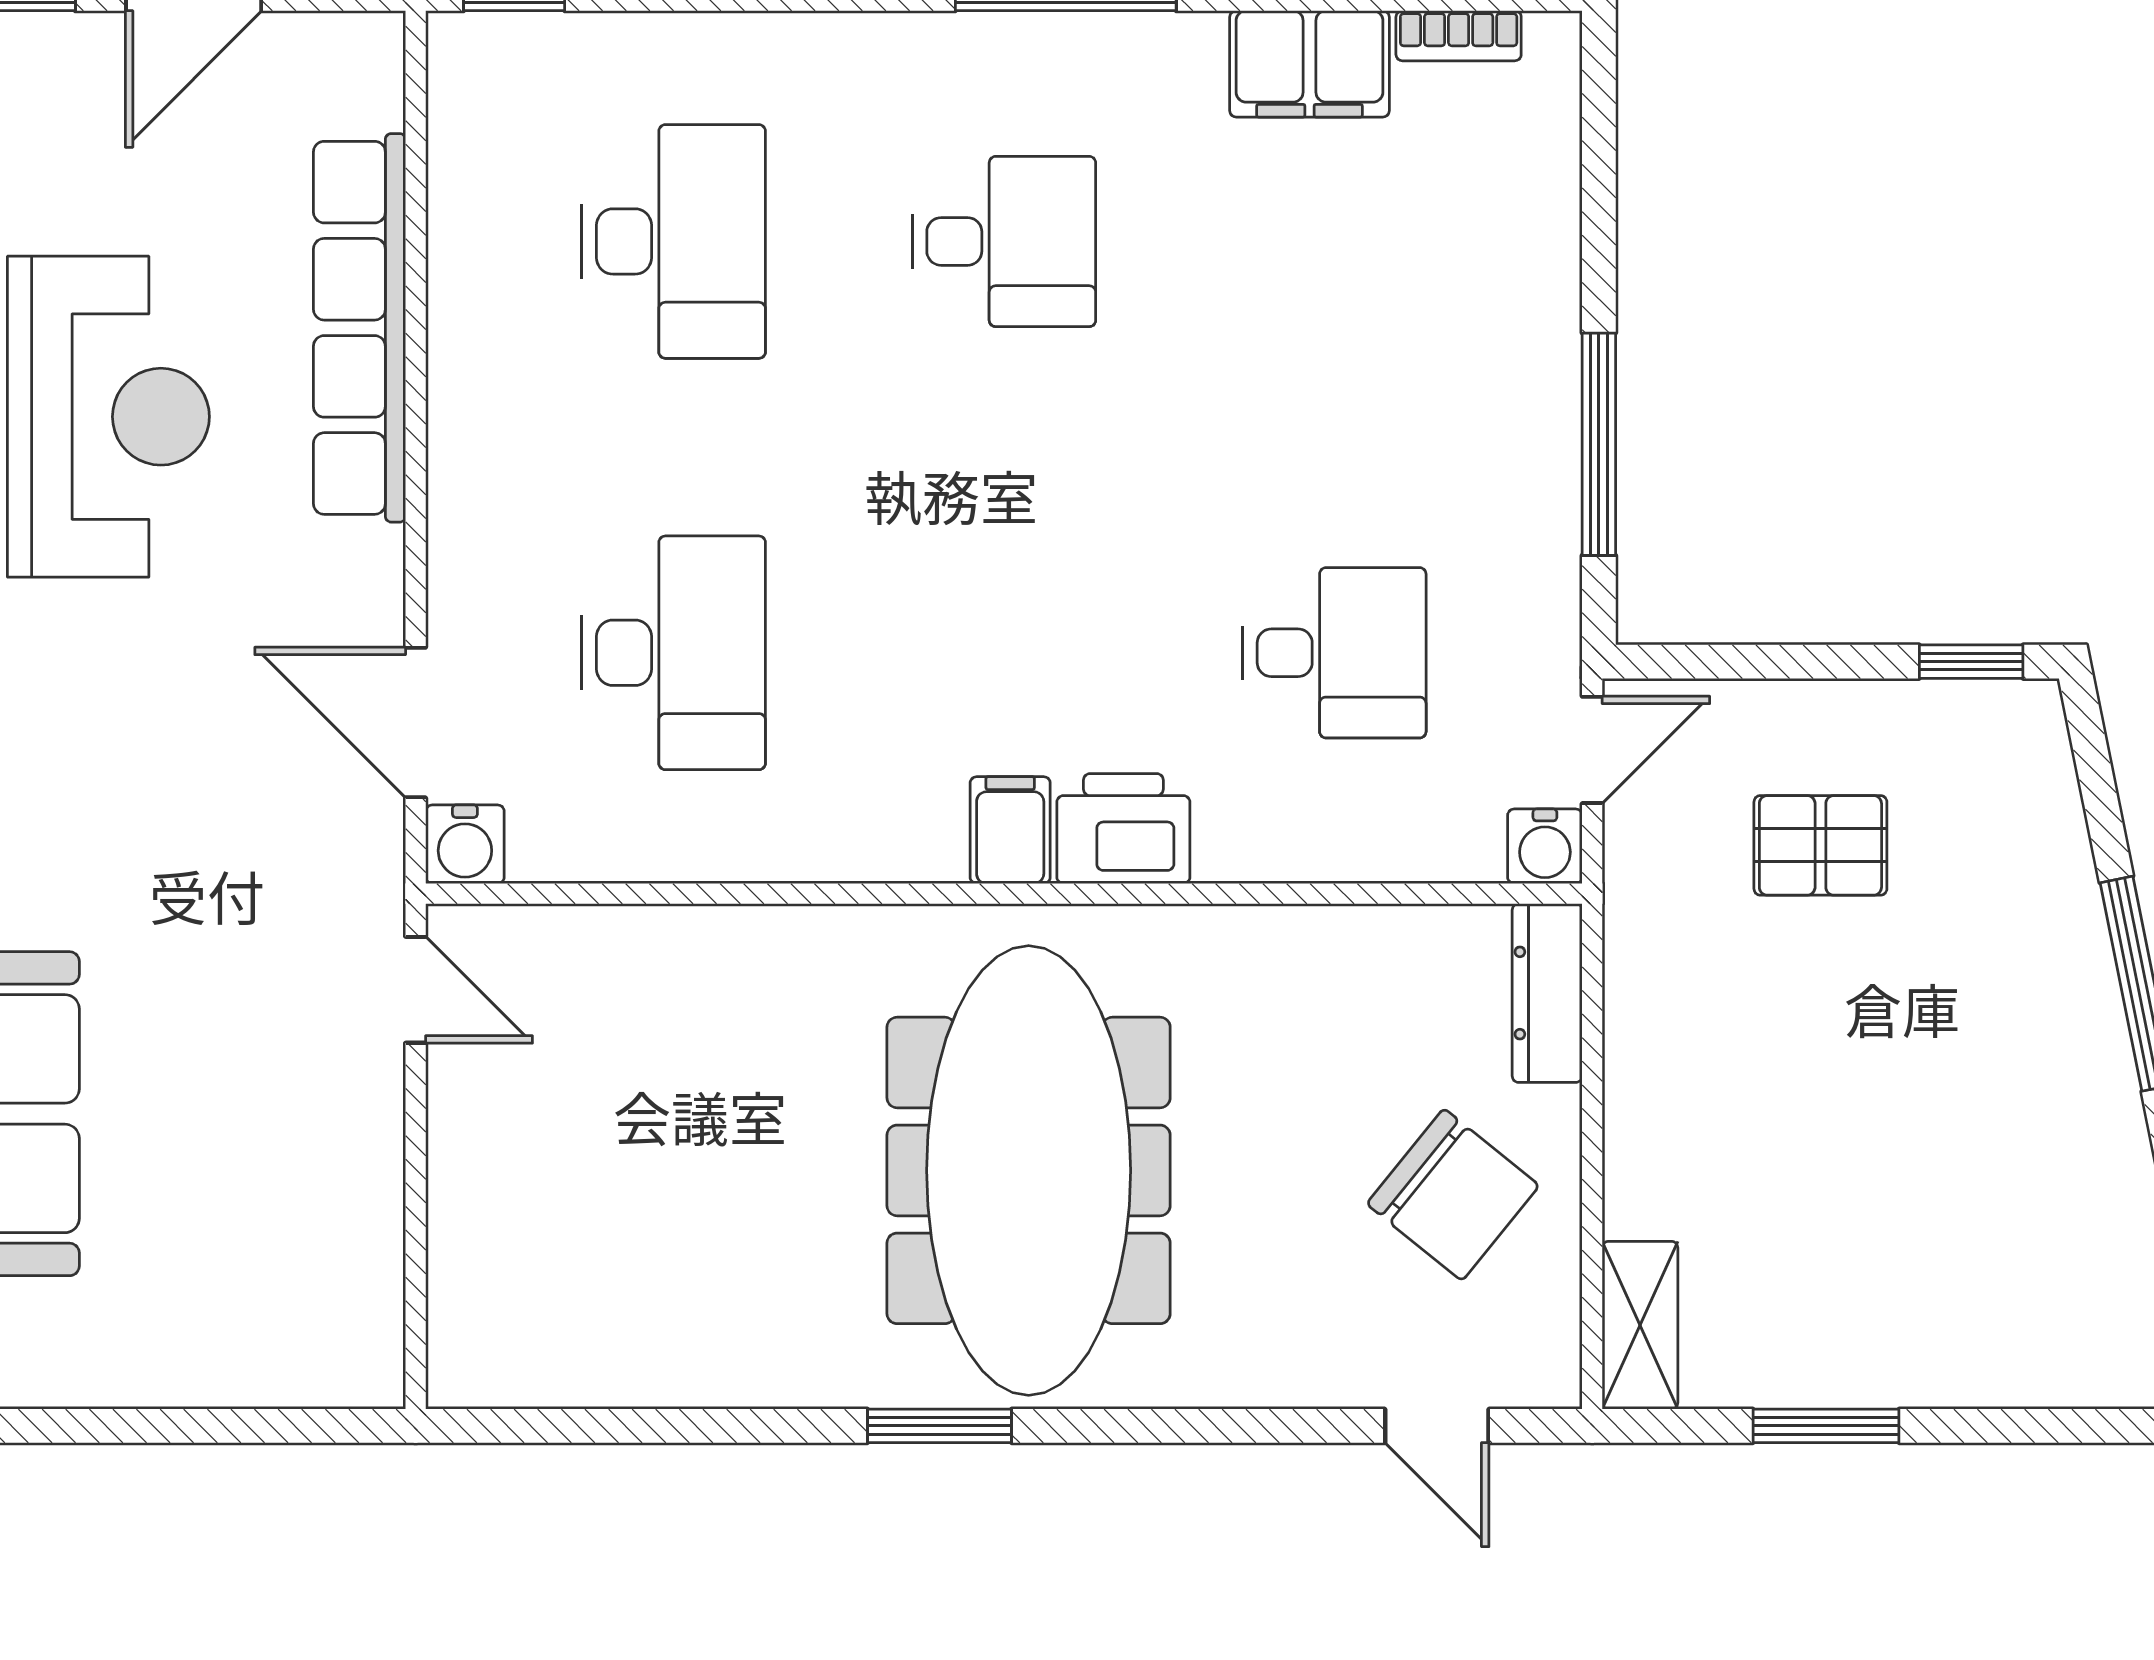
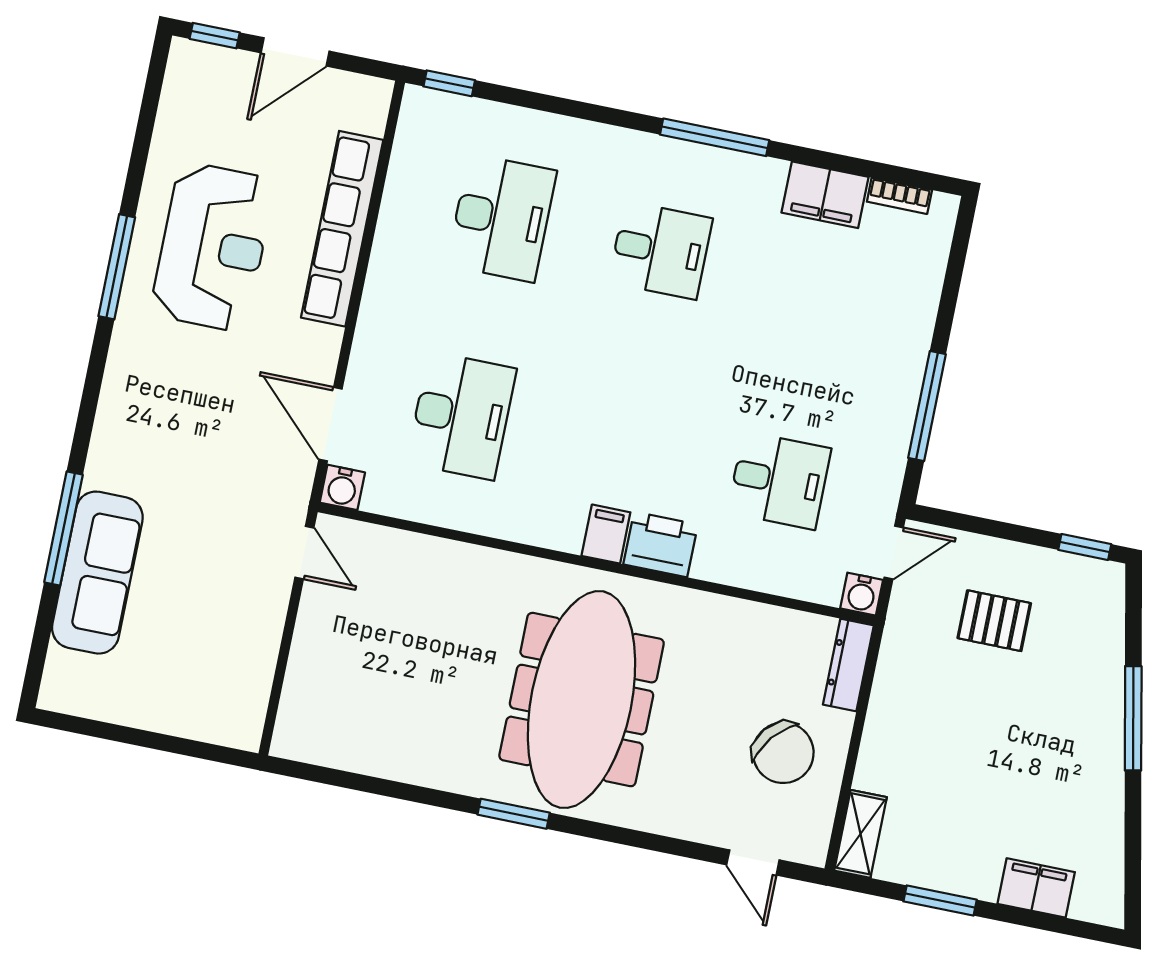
filing cabinet: (2013, 1362) -> (1036, 888), added

